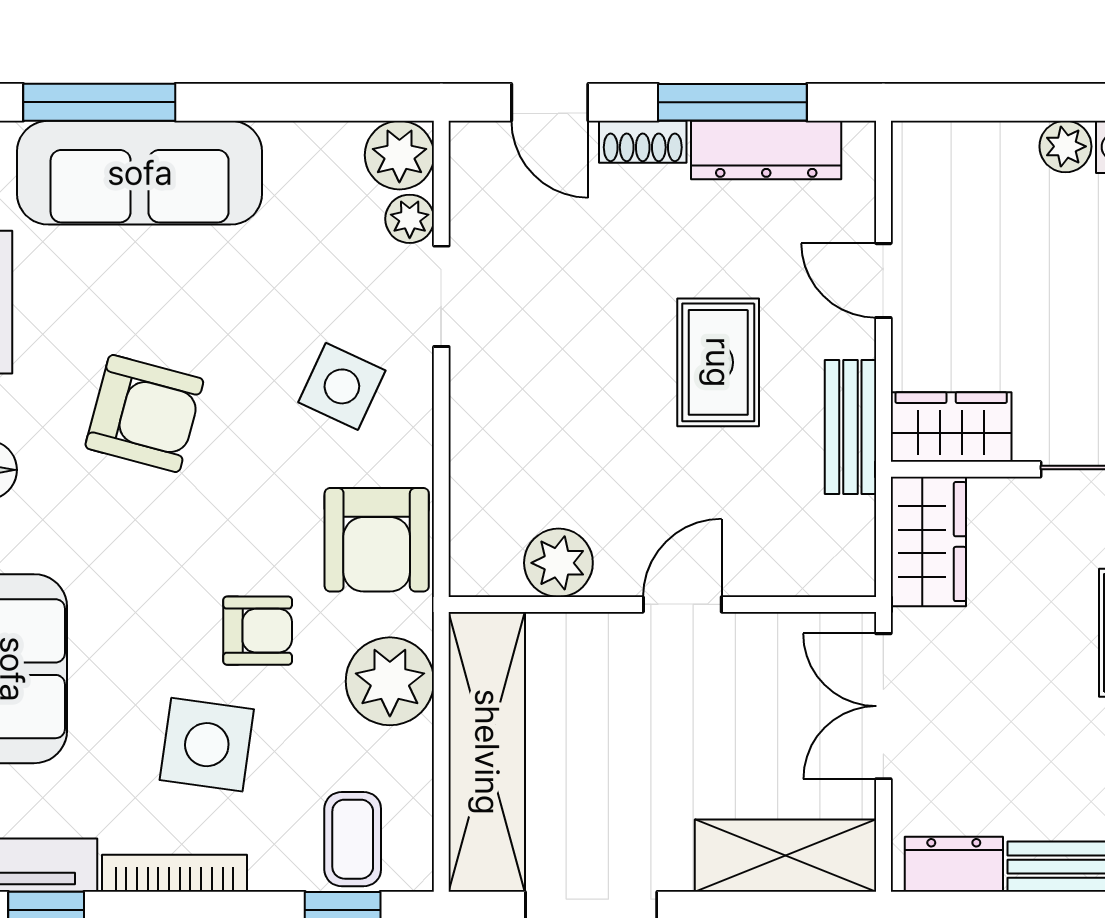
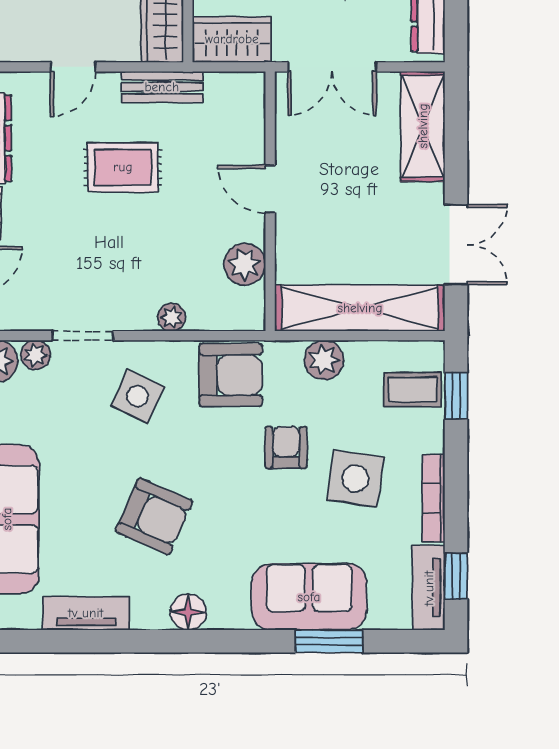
armchair: (144, 413) -> (154, 516), turned 99
plant: (472, 443) -> (172, 317), added
plant: (390, 681) -> (324, 360), width x0.73, depth x0.73

